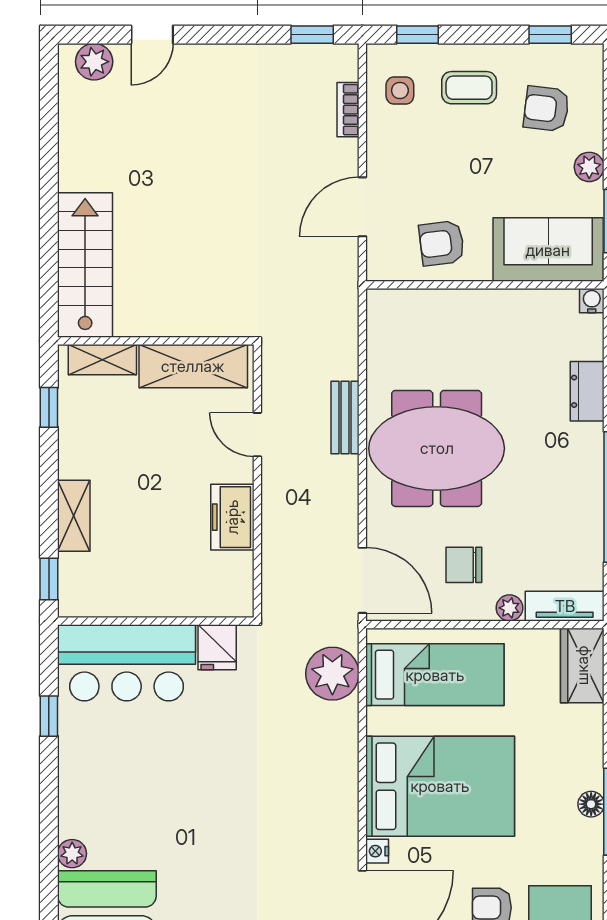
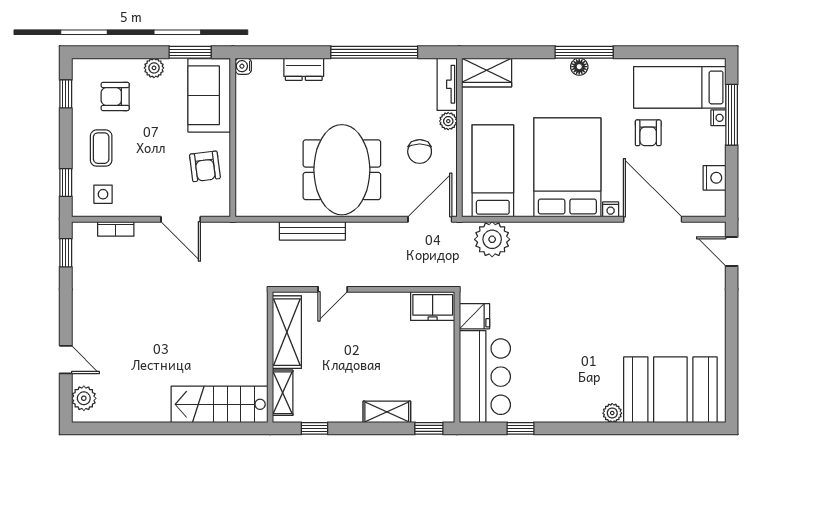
armchair: (546, 109) -> (115, 96), turned 83
bench: (345, 418) -> (312, 231), width x1.36
freezer: (232, 517) -> (433, 306), moved

